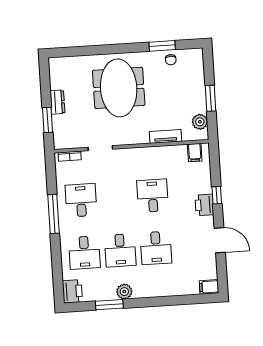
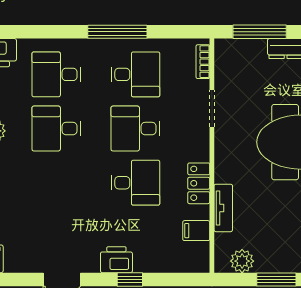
window: (47, 120) -> (260, 32), width x1.44
filing cabinet: (195, 153) -> (196, 231), moved
locker: (150, 154) -> (199, 183), added
desk: (156, 248) -> (135, 129), moved

